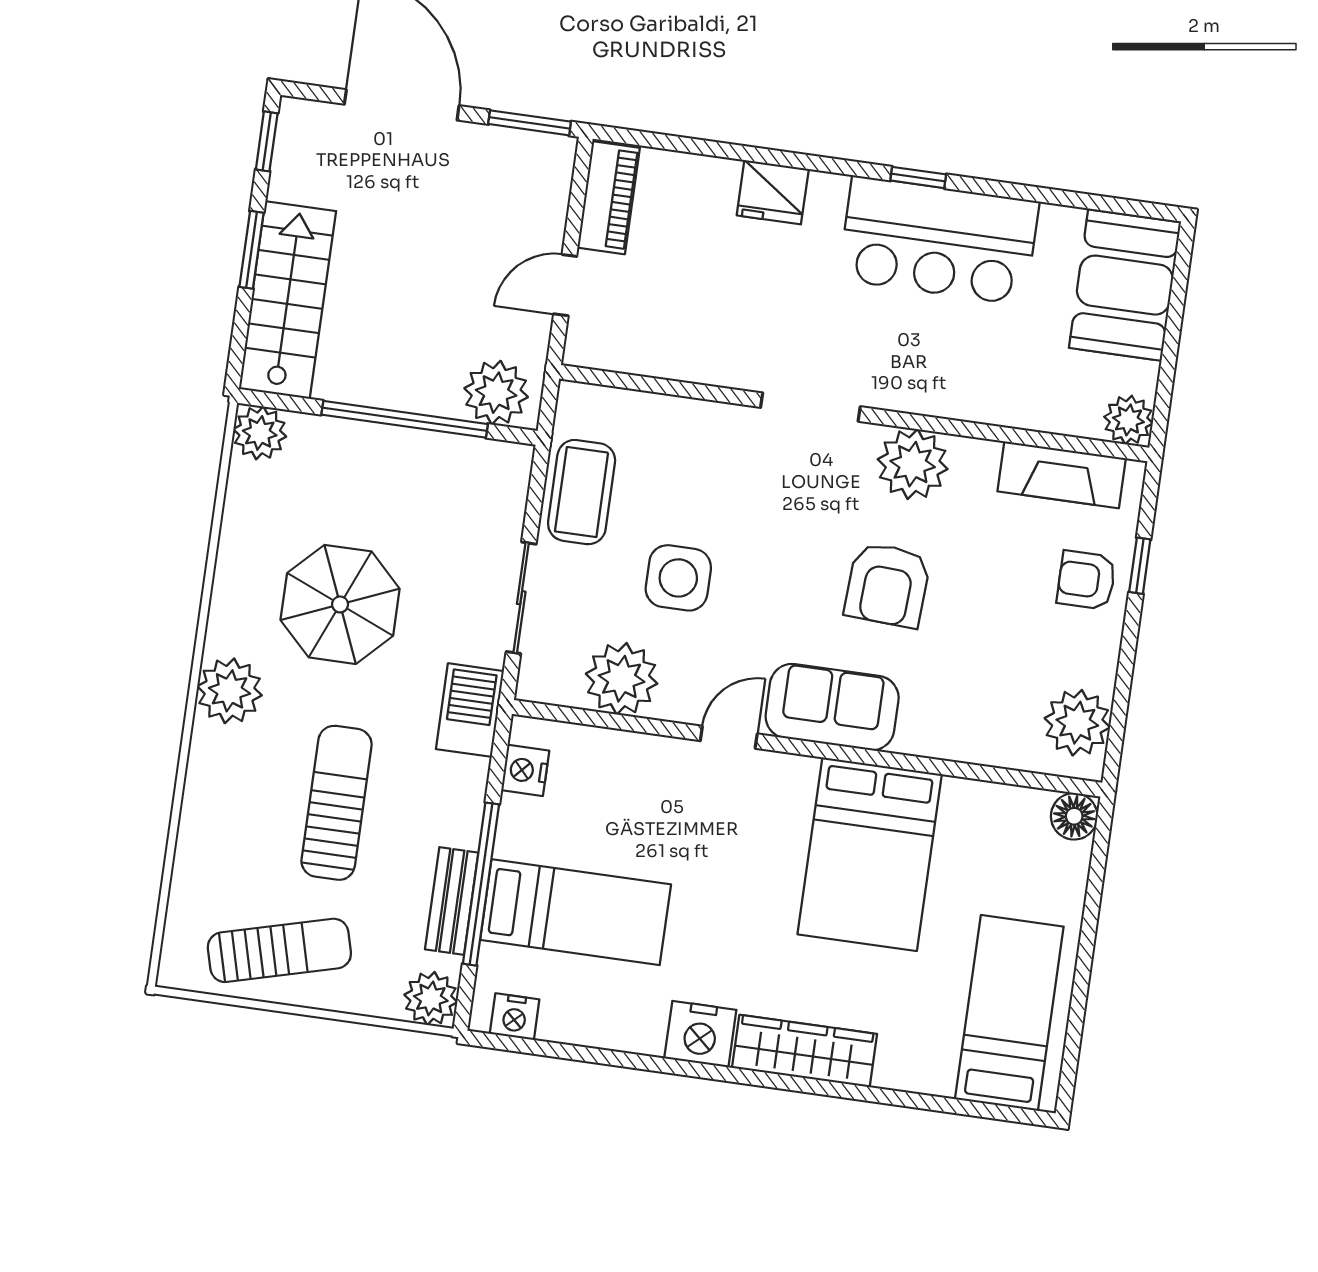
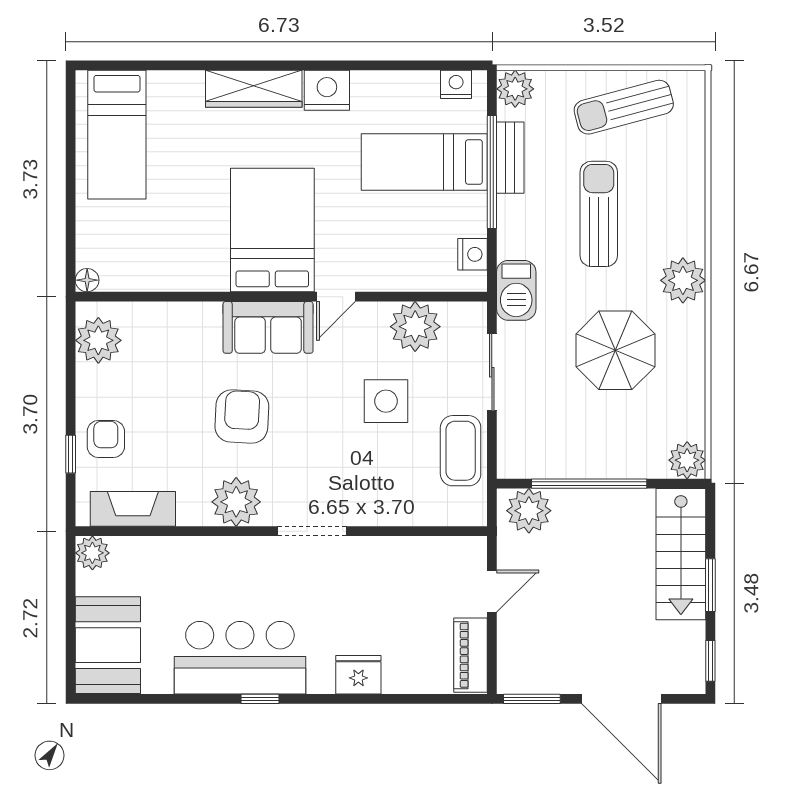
armchair: (1086, 580) -> (106, 439), turned -90
sun lounger: (337, 803) -> (599, 214), turned 180
floor lamp: (1074, 816) -> (87, 280), width x0.73, depth x0.73
bed: (870, 854) -> (272, 230), moved

